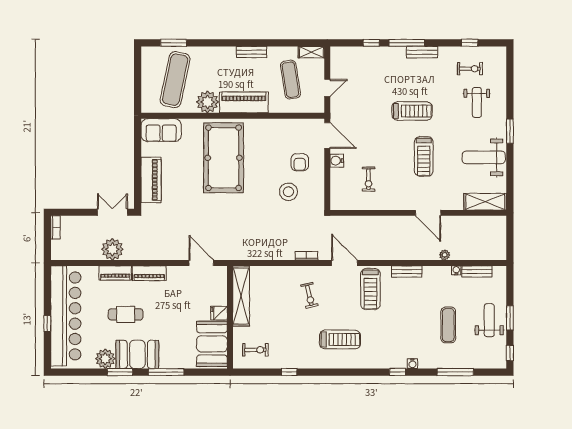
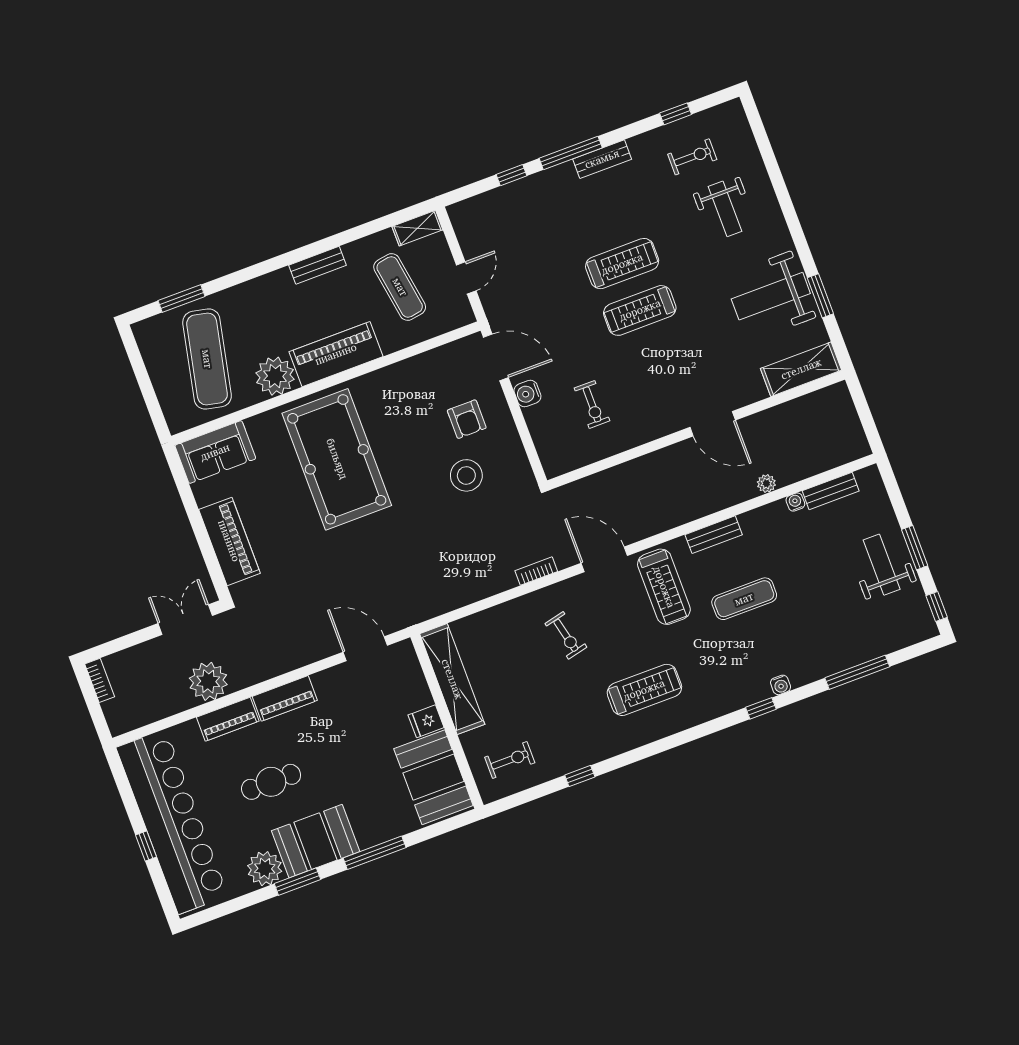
window: (510, 131) -> (820, 296), moved
treadmill: (424, 156) -> (640, 310), moved, turned 90
exercise mat: (448, 325) -> (744, 599), moved, turned 90

